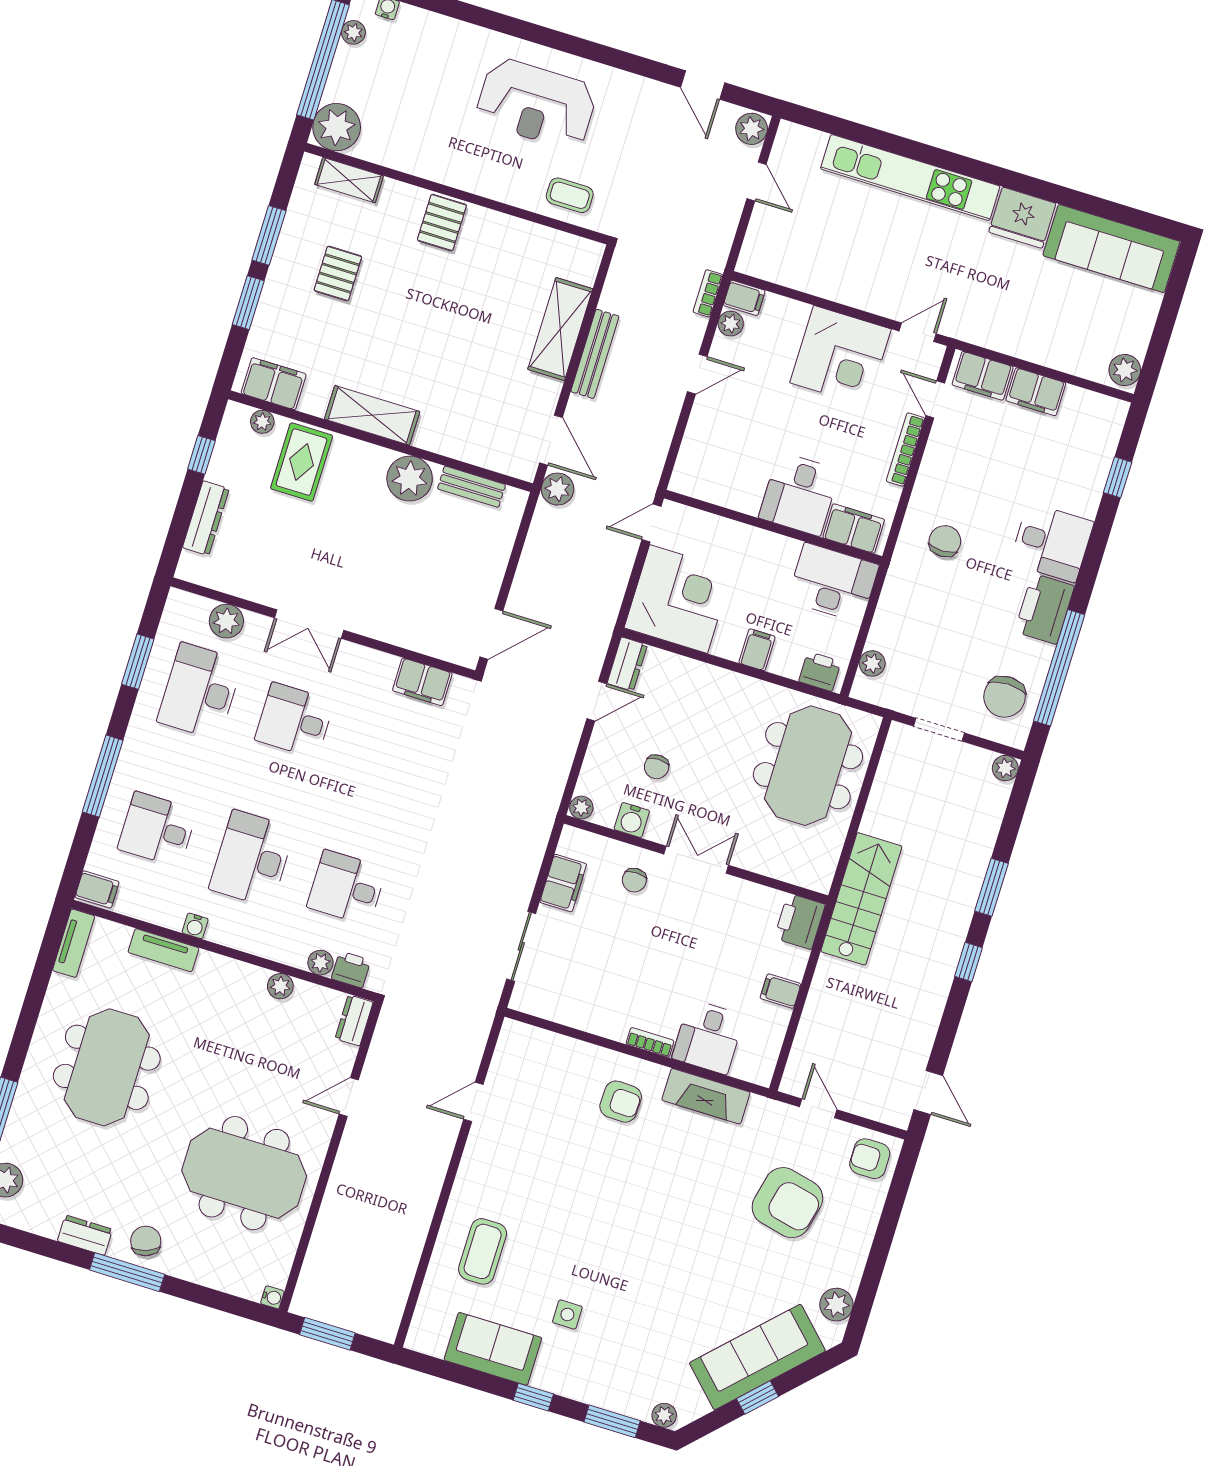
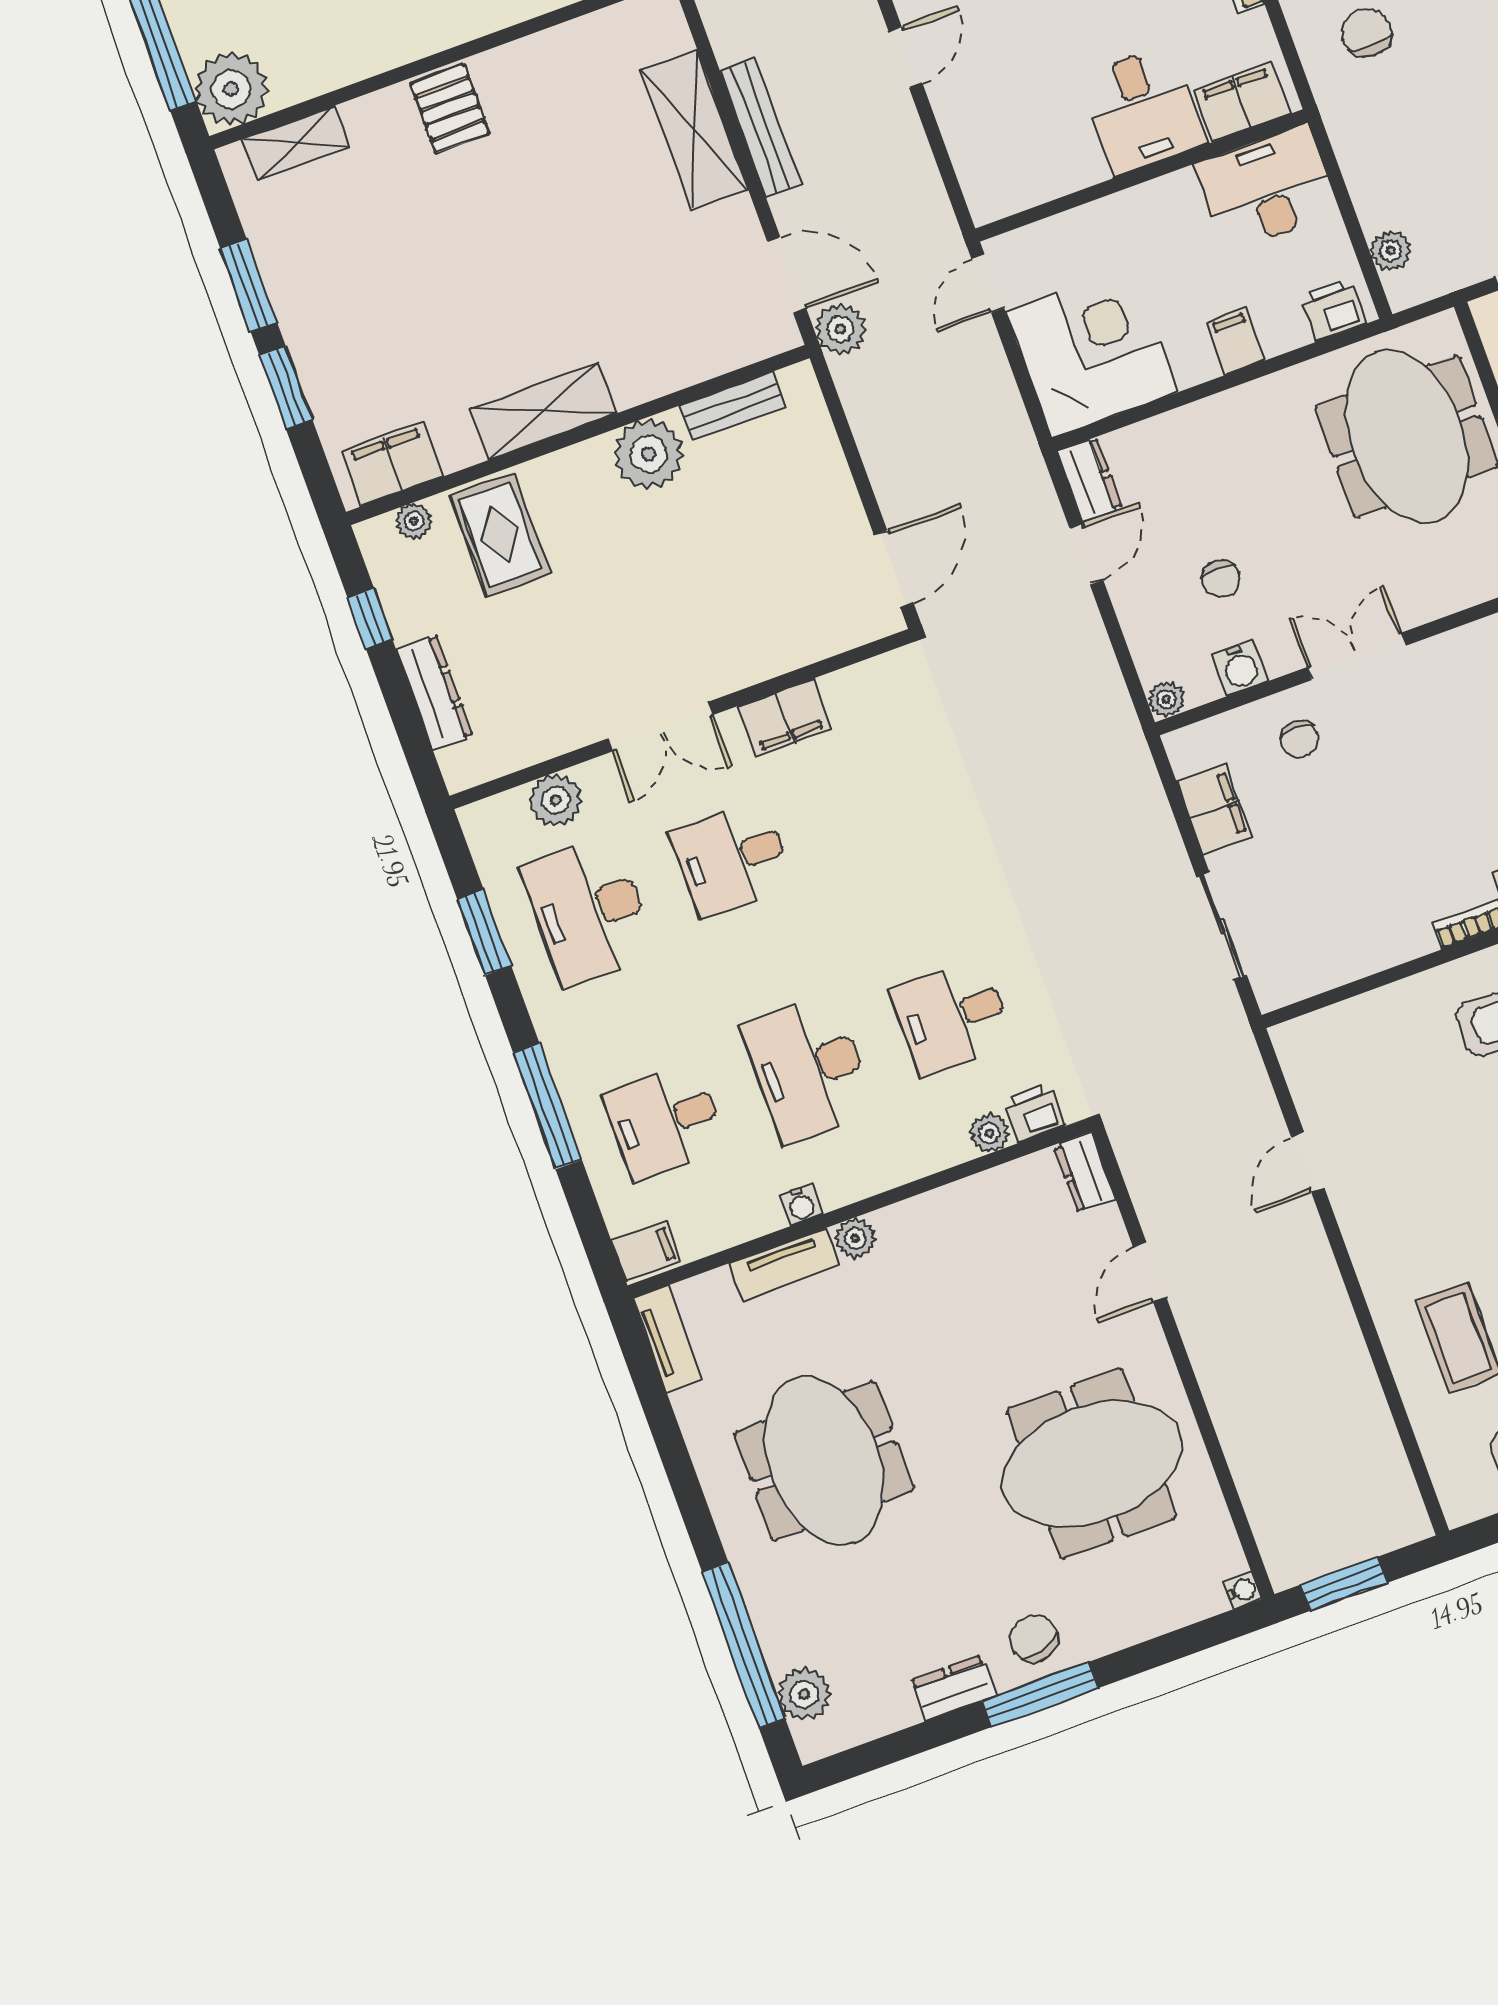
pallet: (338, 273) -> (369, 268), removed
filing cabinet: (422, 682) -> (785, 717), moved
plant: (280, 986) -> (855, 1238), moved

